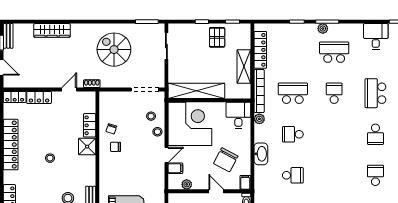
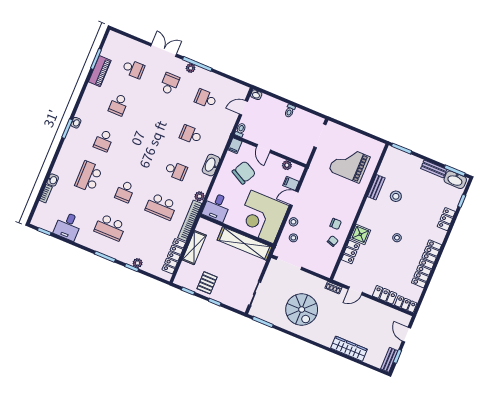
plant: (323, 29) -> (138, 263), moved
school desk: (375, 93) -> (89, 177), turned 180
school desk: (375, 134) -> (104, 141), turned 180

